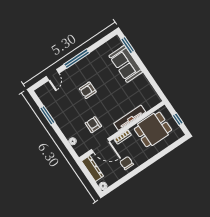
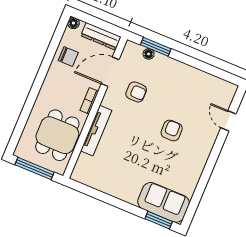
window: (77, 59) -> (212, 161), removed
sofa: (126, 64) -> (164, 202), moved
window: (47, 115) -> (156, 47), moved
window: (178, 119) -> (35, 168), width x2.17
chair: (127, 163) -> (68, 57), moved

